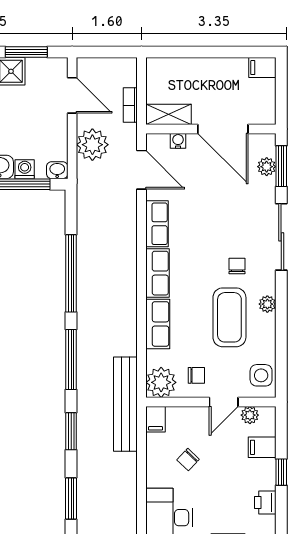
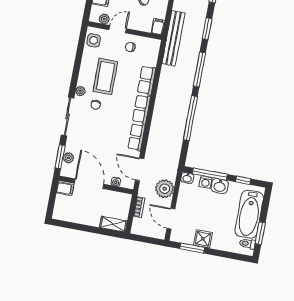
filing cabinet: (262, 68) -> (65, 189), moved
shelving: (168, 114) -> (113, 224), moved
plant: (267, 304) -> (80, 91), moved
plant: (161, 382) -> (151, 47), removed

